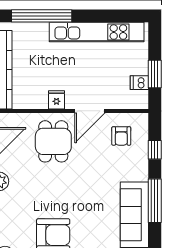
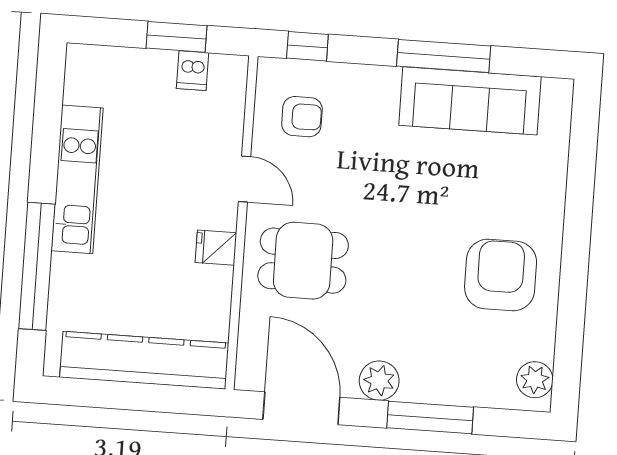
kitchen unit: (97, 32) -> (77, 179), width x0.73
door: (90, 111) -> (245, 179), width x0.73
window: (155, 150) -> (307, 46), moved

